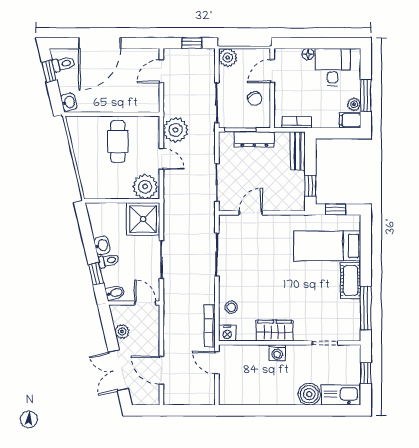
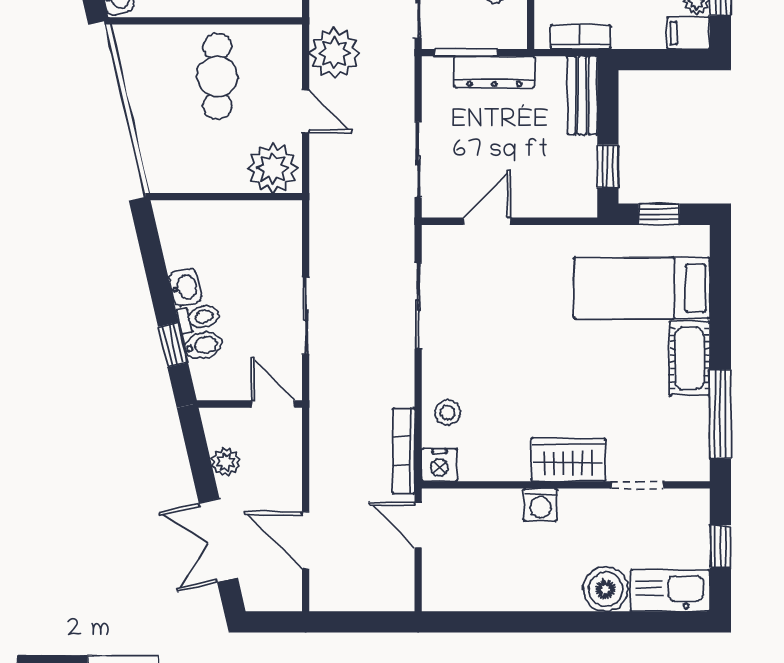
shower: (143, 219) -> (269, 234), removed
bidet: (115, 293) -> (203, 345), moved
wardrobe: (275, 331) -> (568, 460), moved

